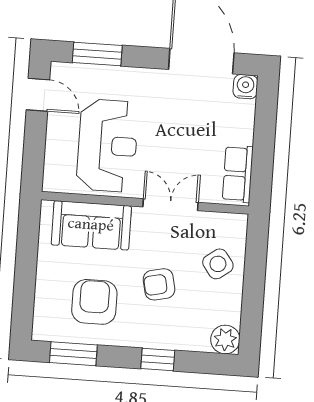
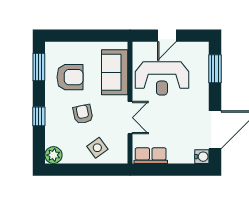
door: (38, 95) -> (167, 36), moved

